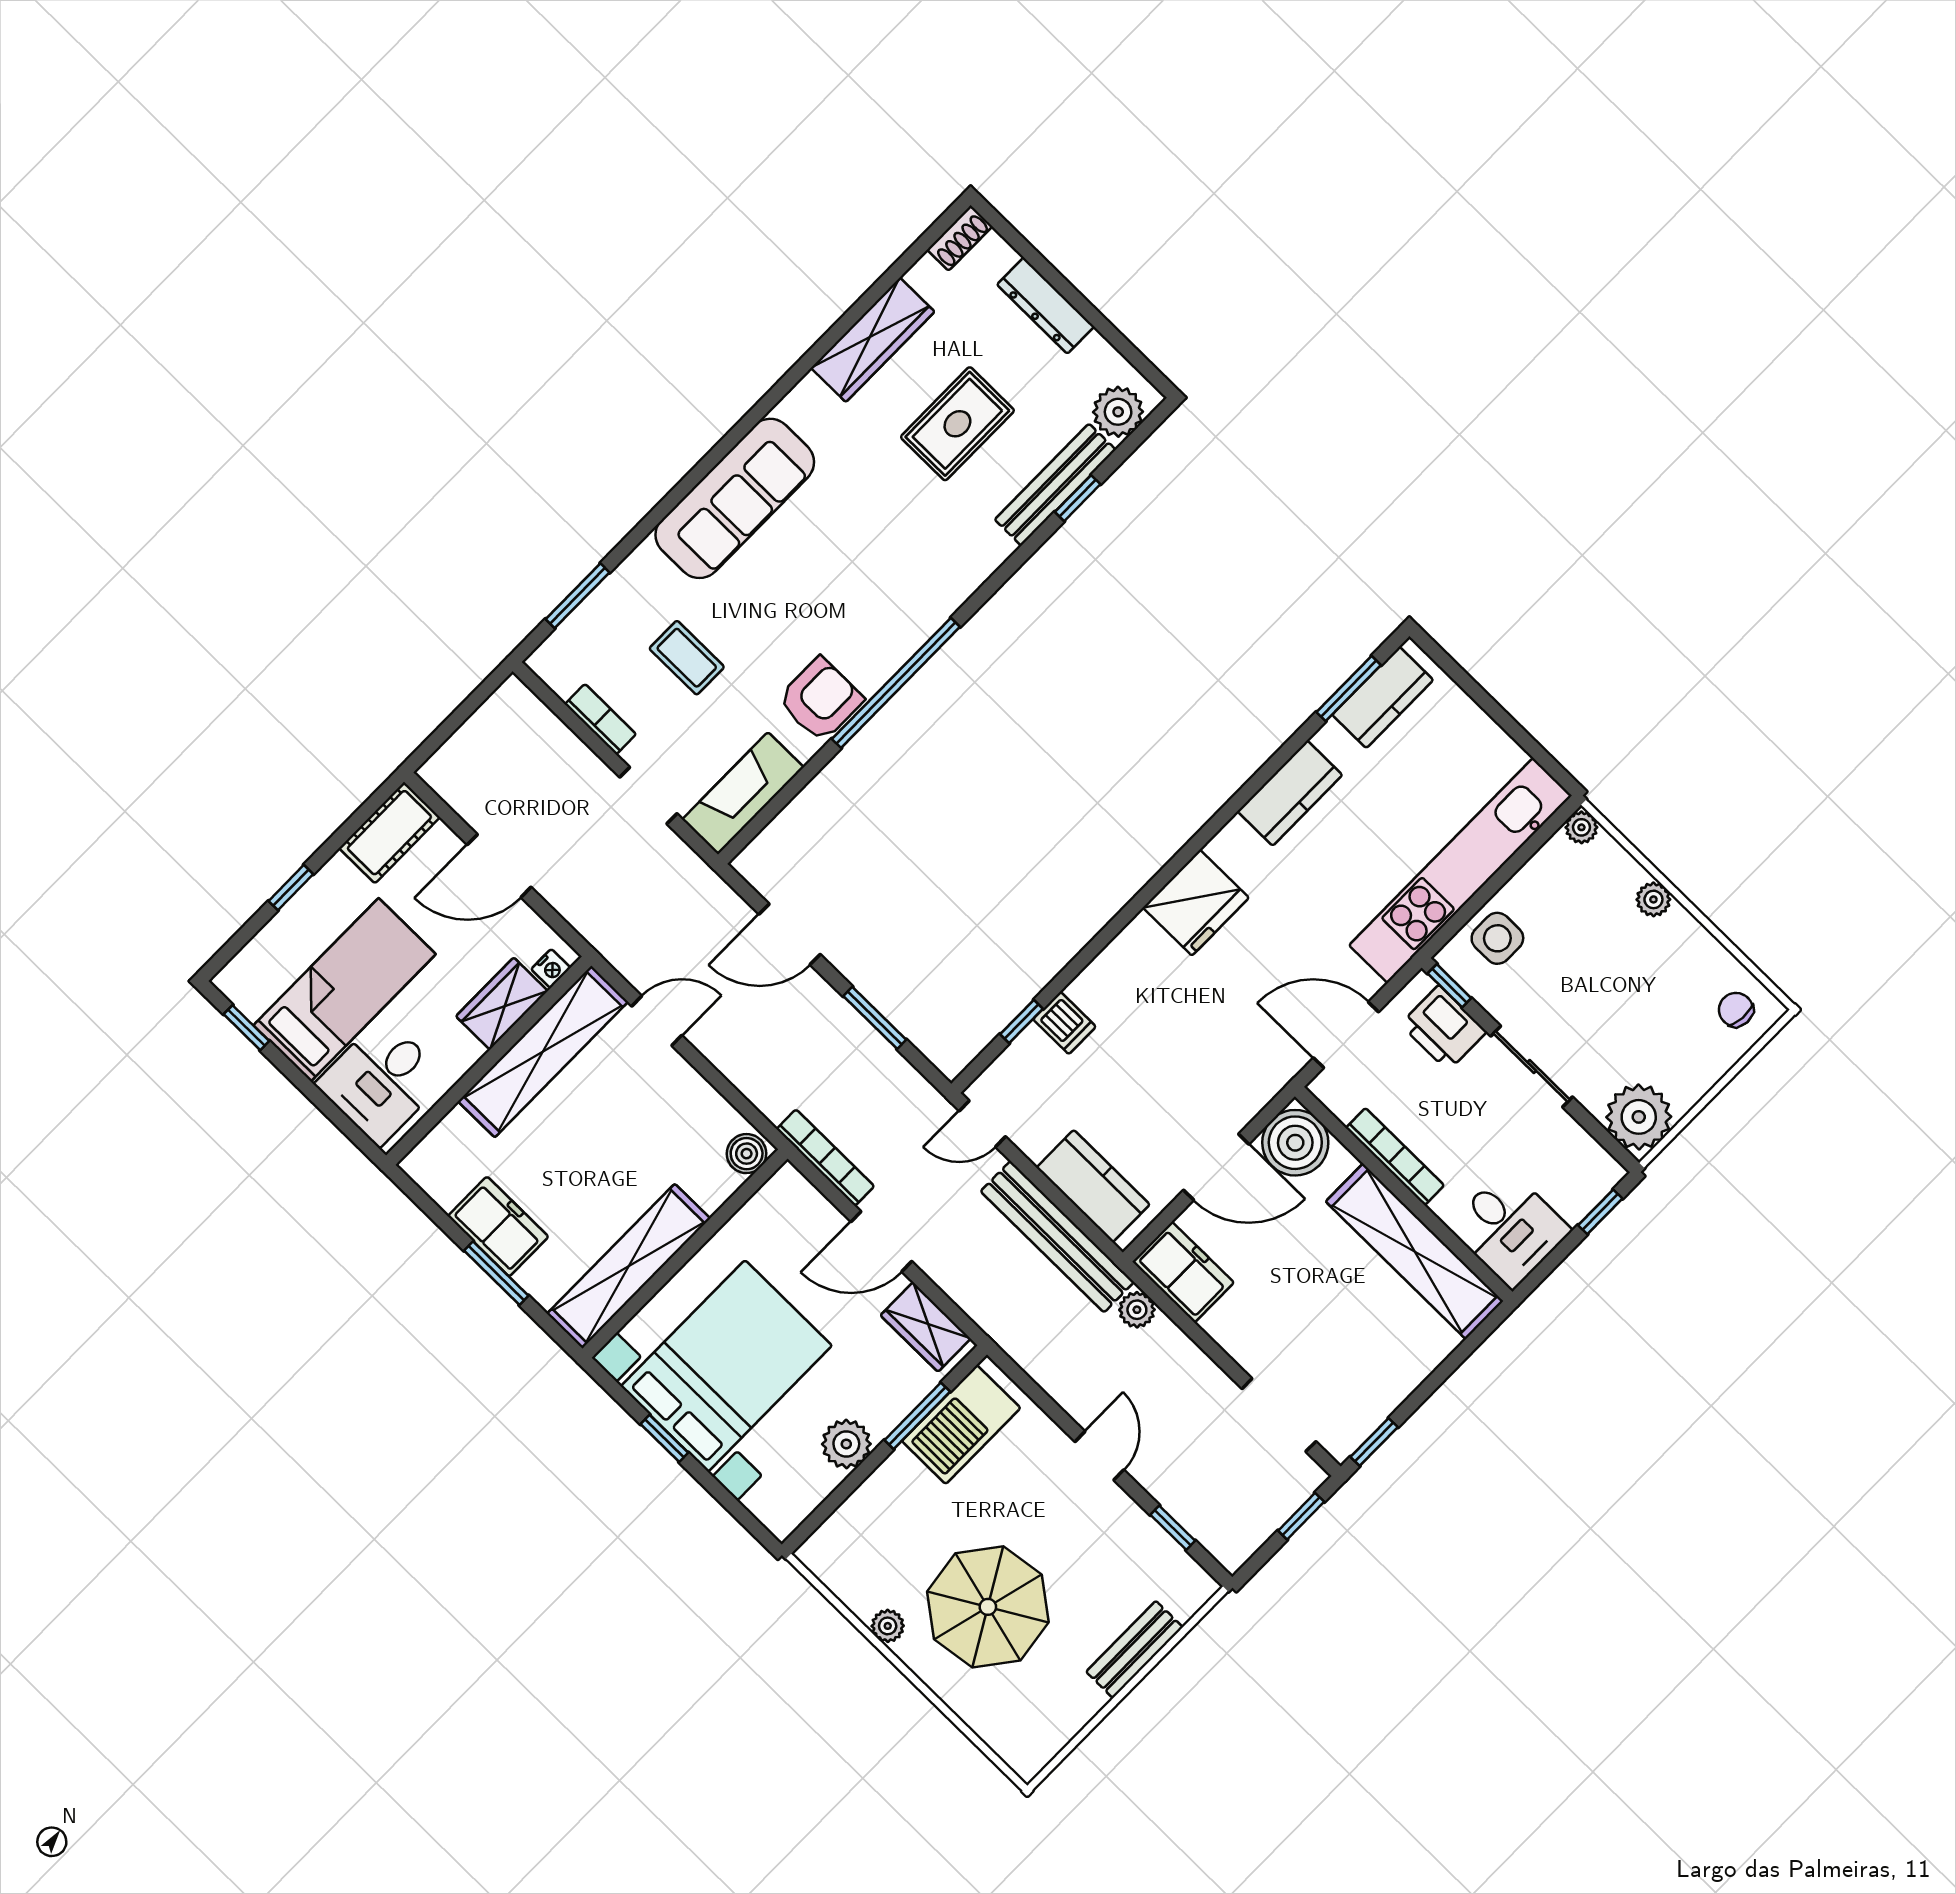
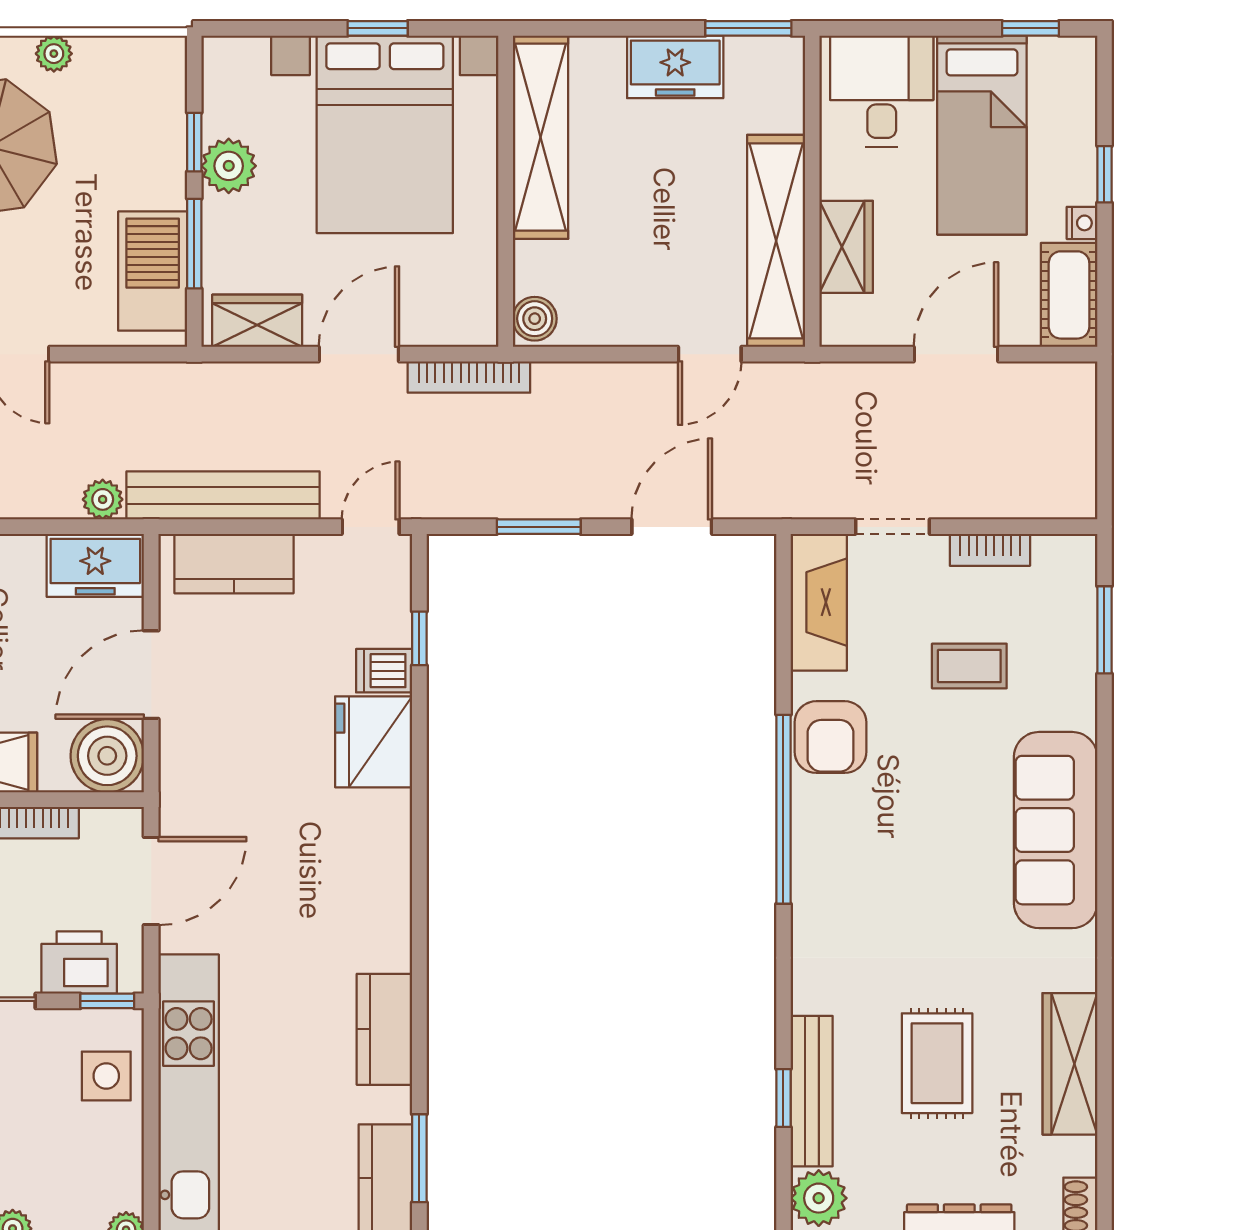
fridge: (1196, 903) -> (374, 742), moved
nightstand: (551, 969) -> (1082, 223), moved, turned 180
window: (496, 1273) -> (748, 28), moved
window: (853, 1481) -> (194, 142), added

